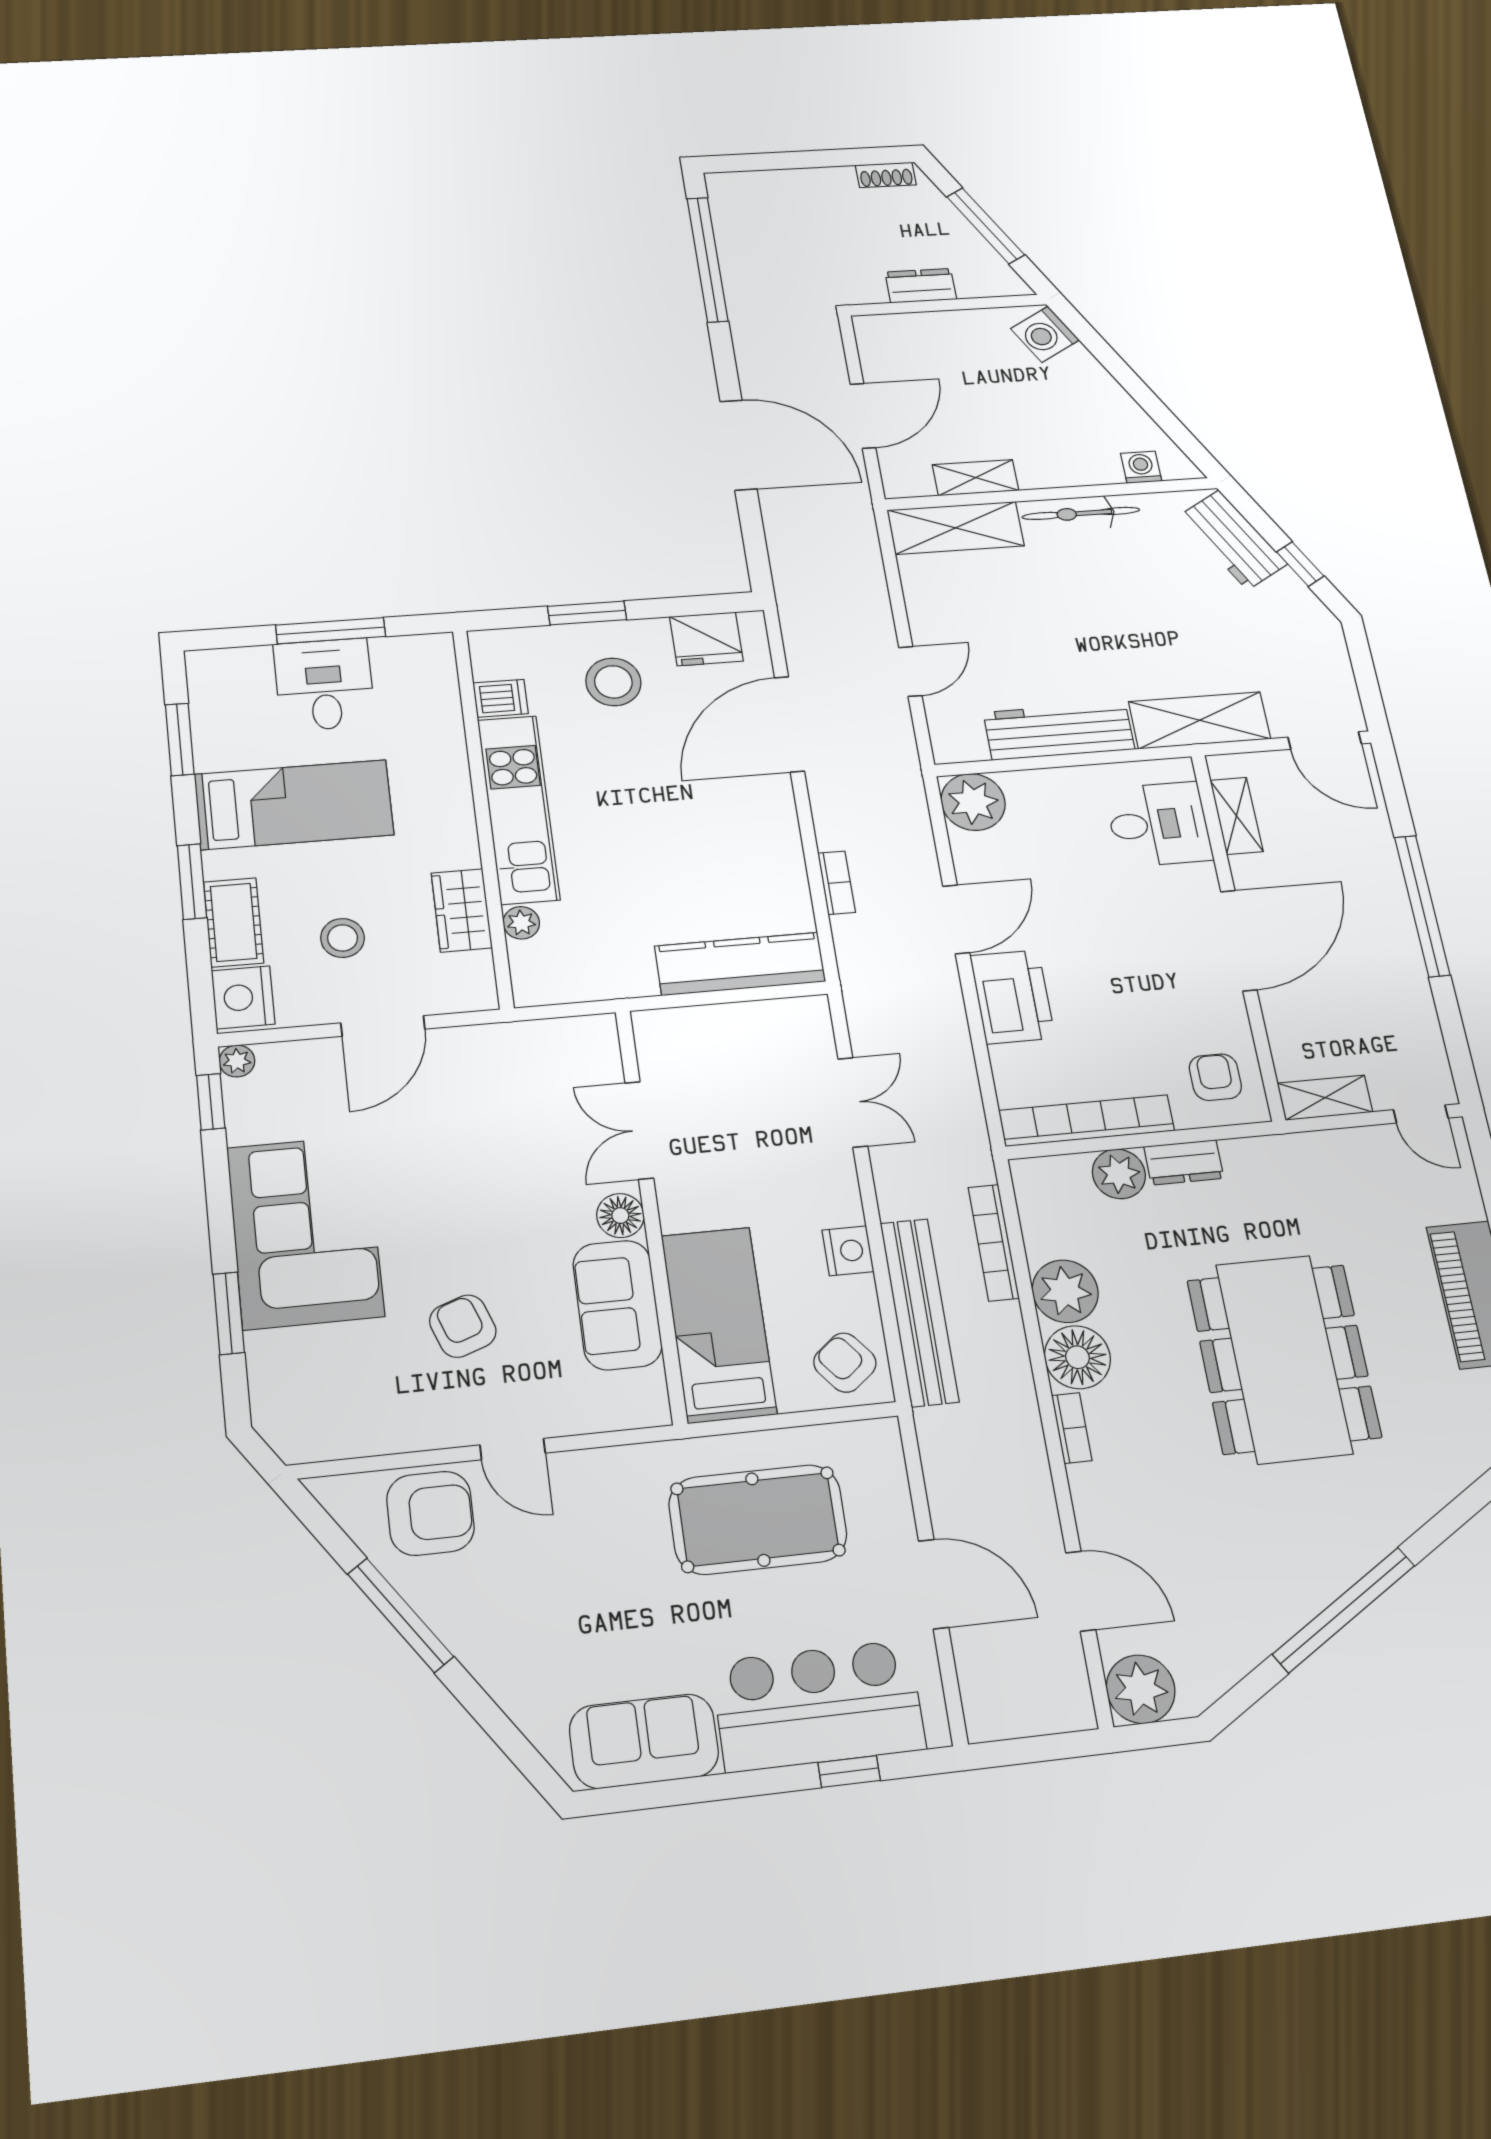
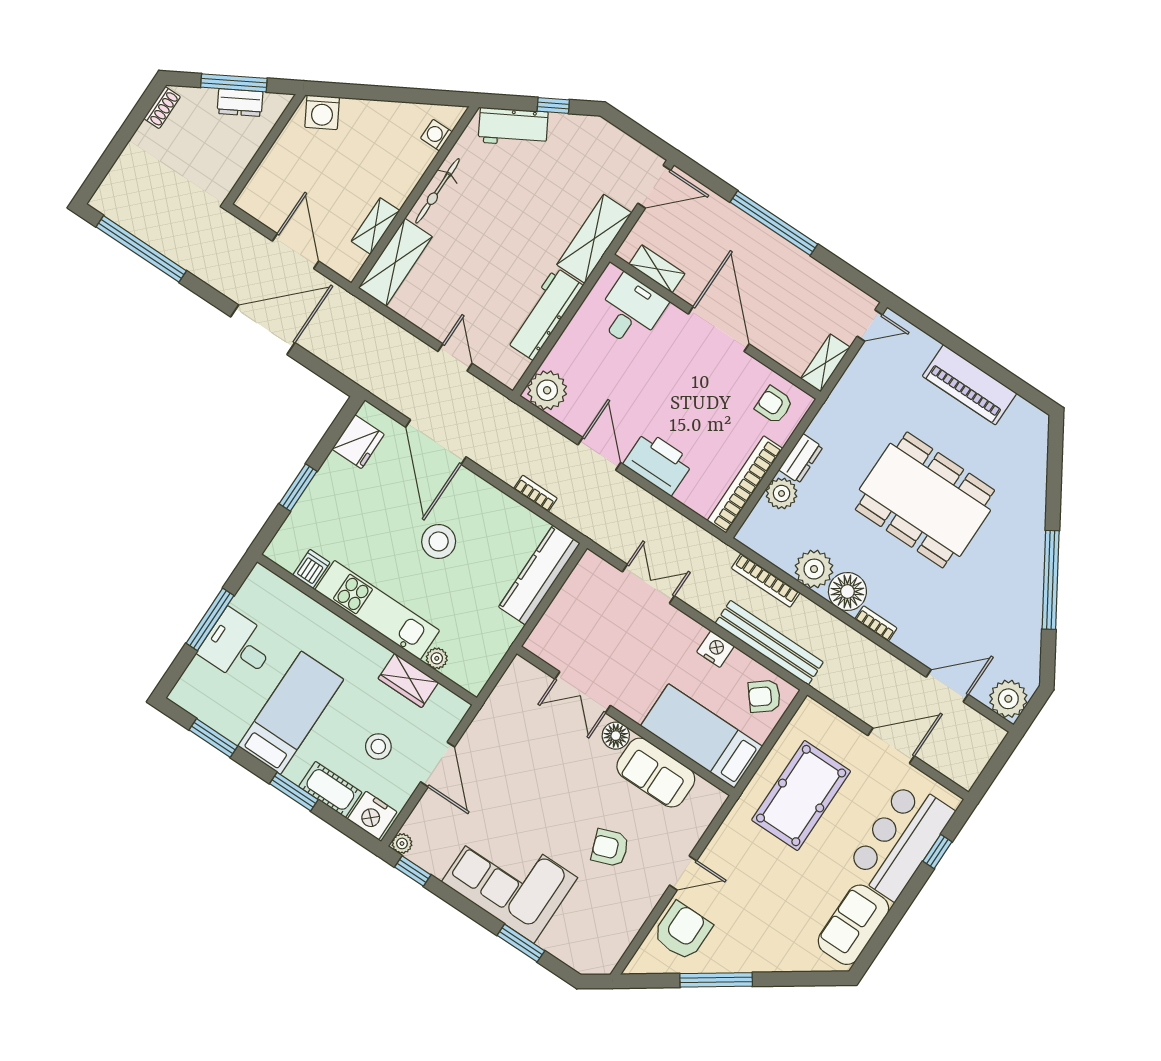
dresser: (921, 286) -> (240, 103), moved, turned -120
stool: (613, 682) -> (439, 541), moved

